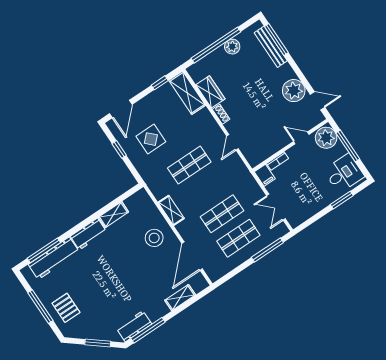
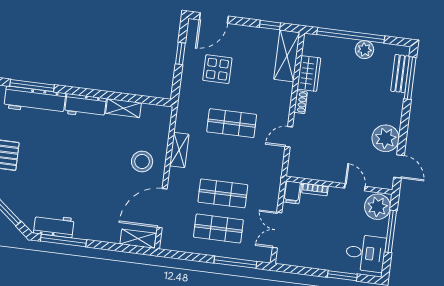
bench: (271, 47) -> (400, 74), width x0.73
shelving: (180, 298) -> (138, 239), moved

